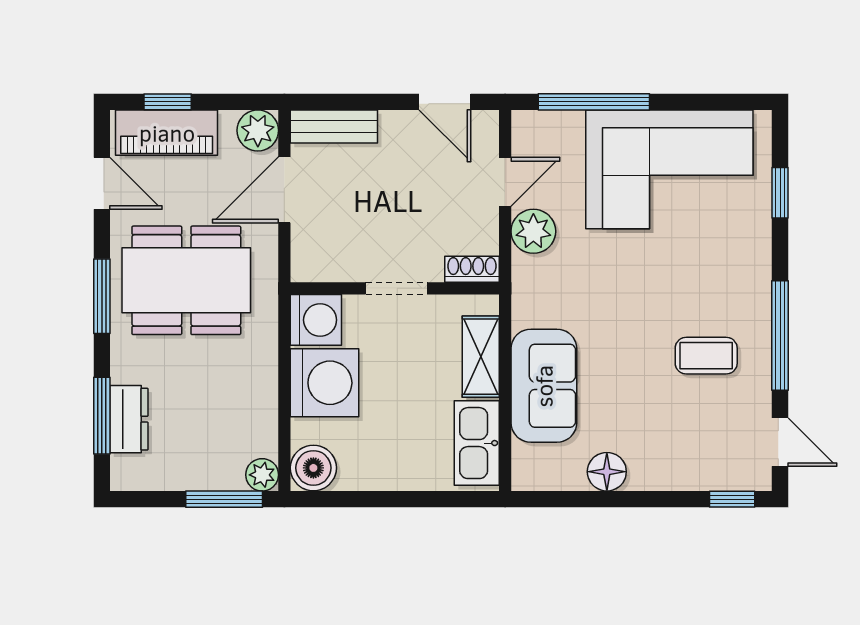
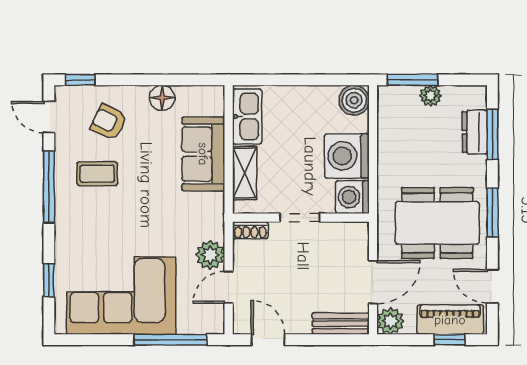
armchair: (689, 435) -> (109, 122), added
plant: (262, 475) -> (430, 96), moved

